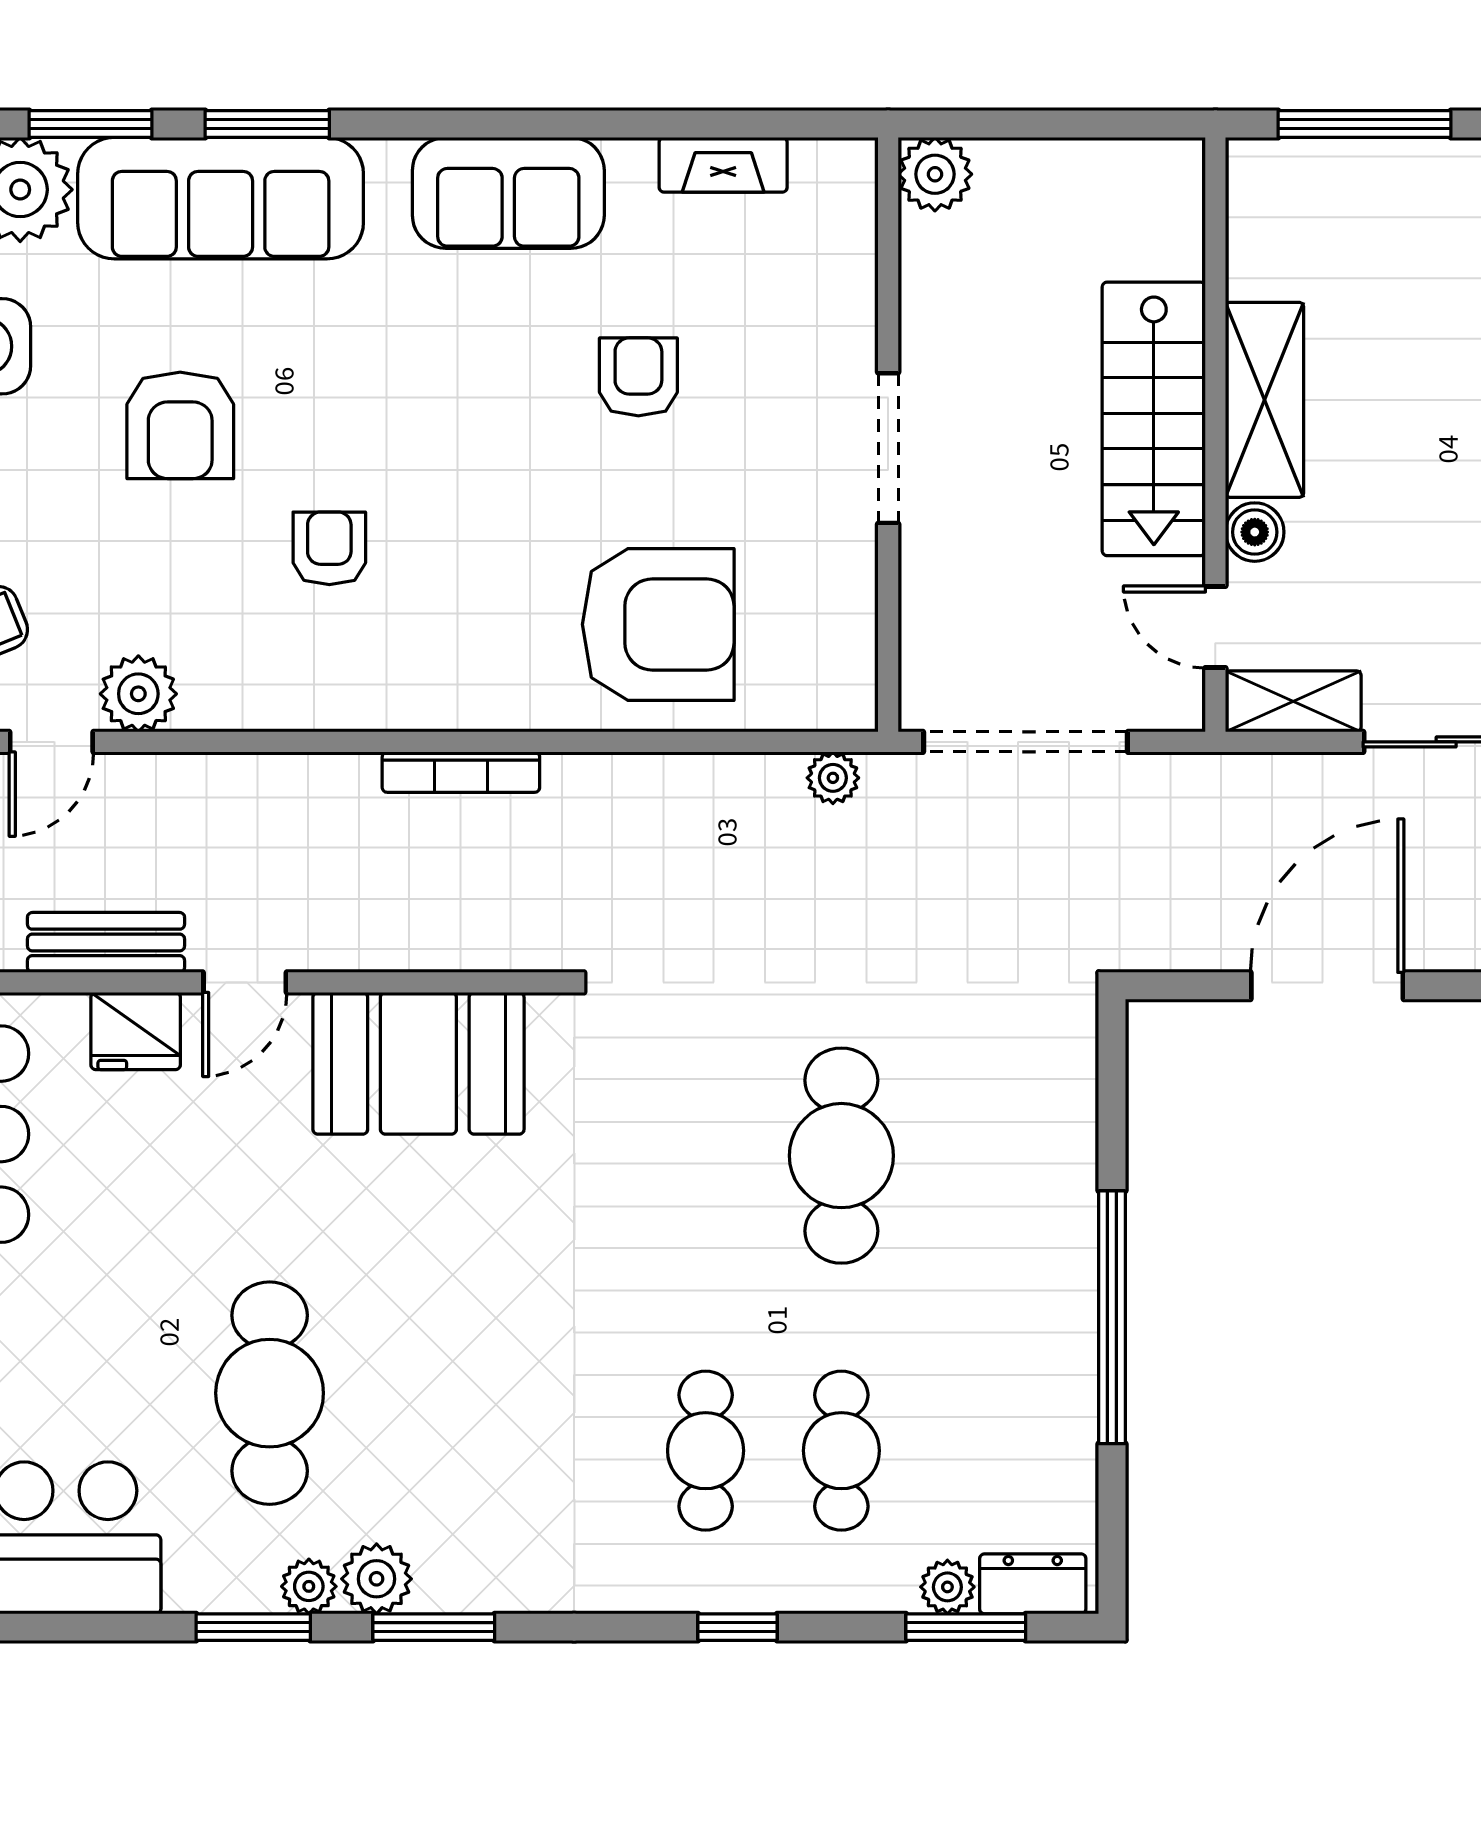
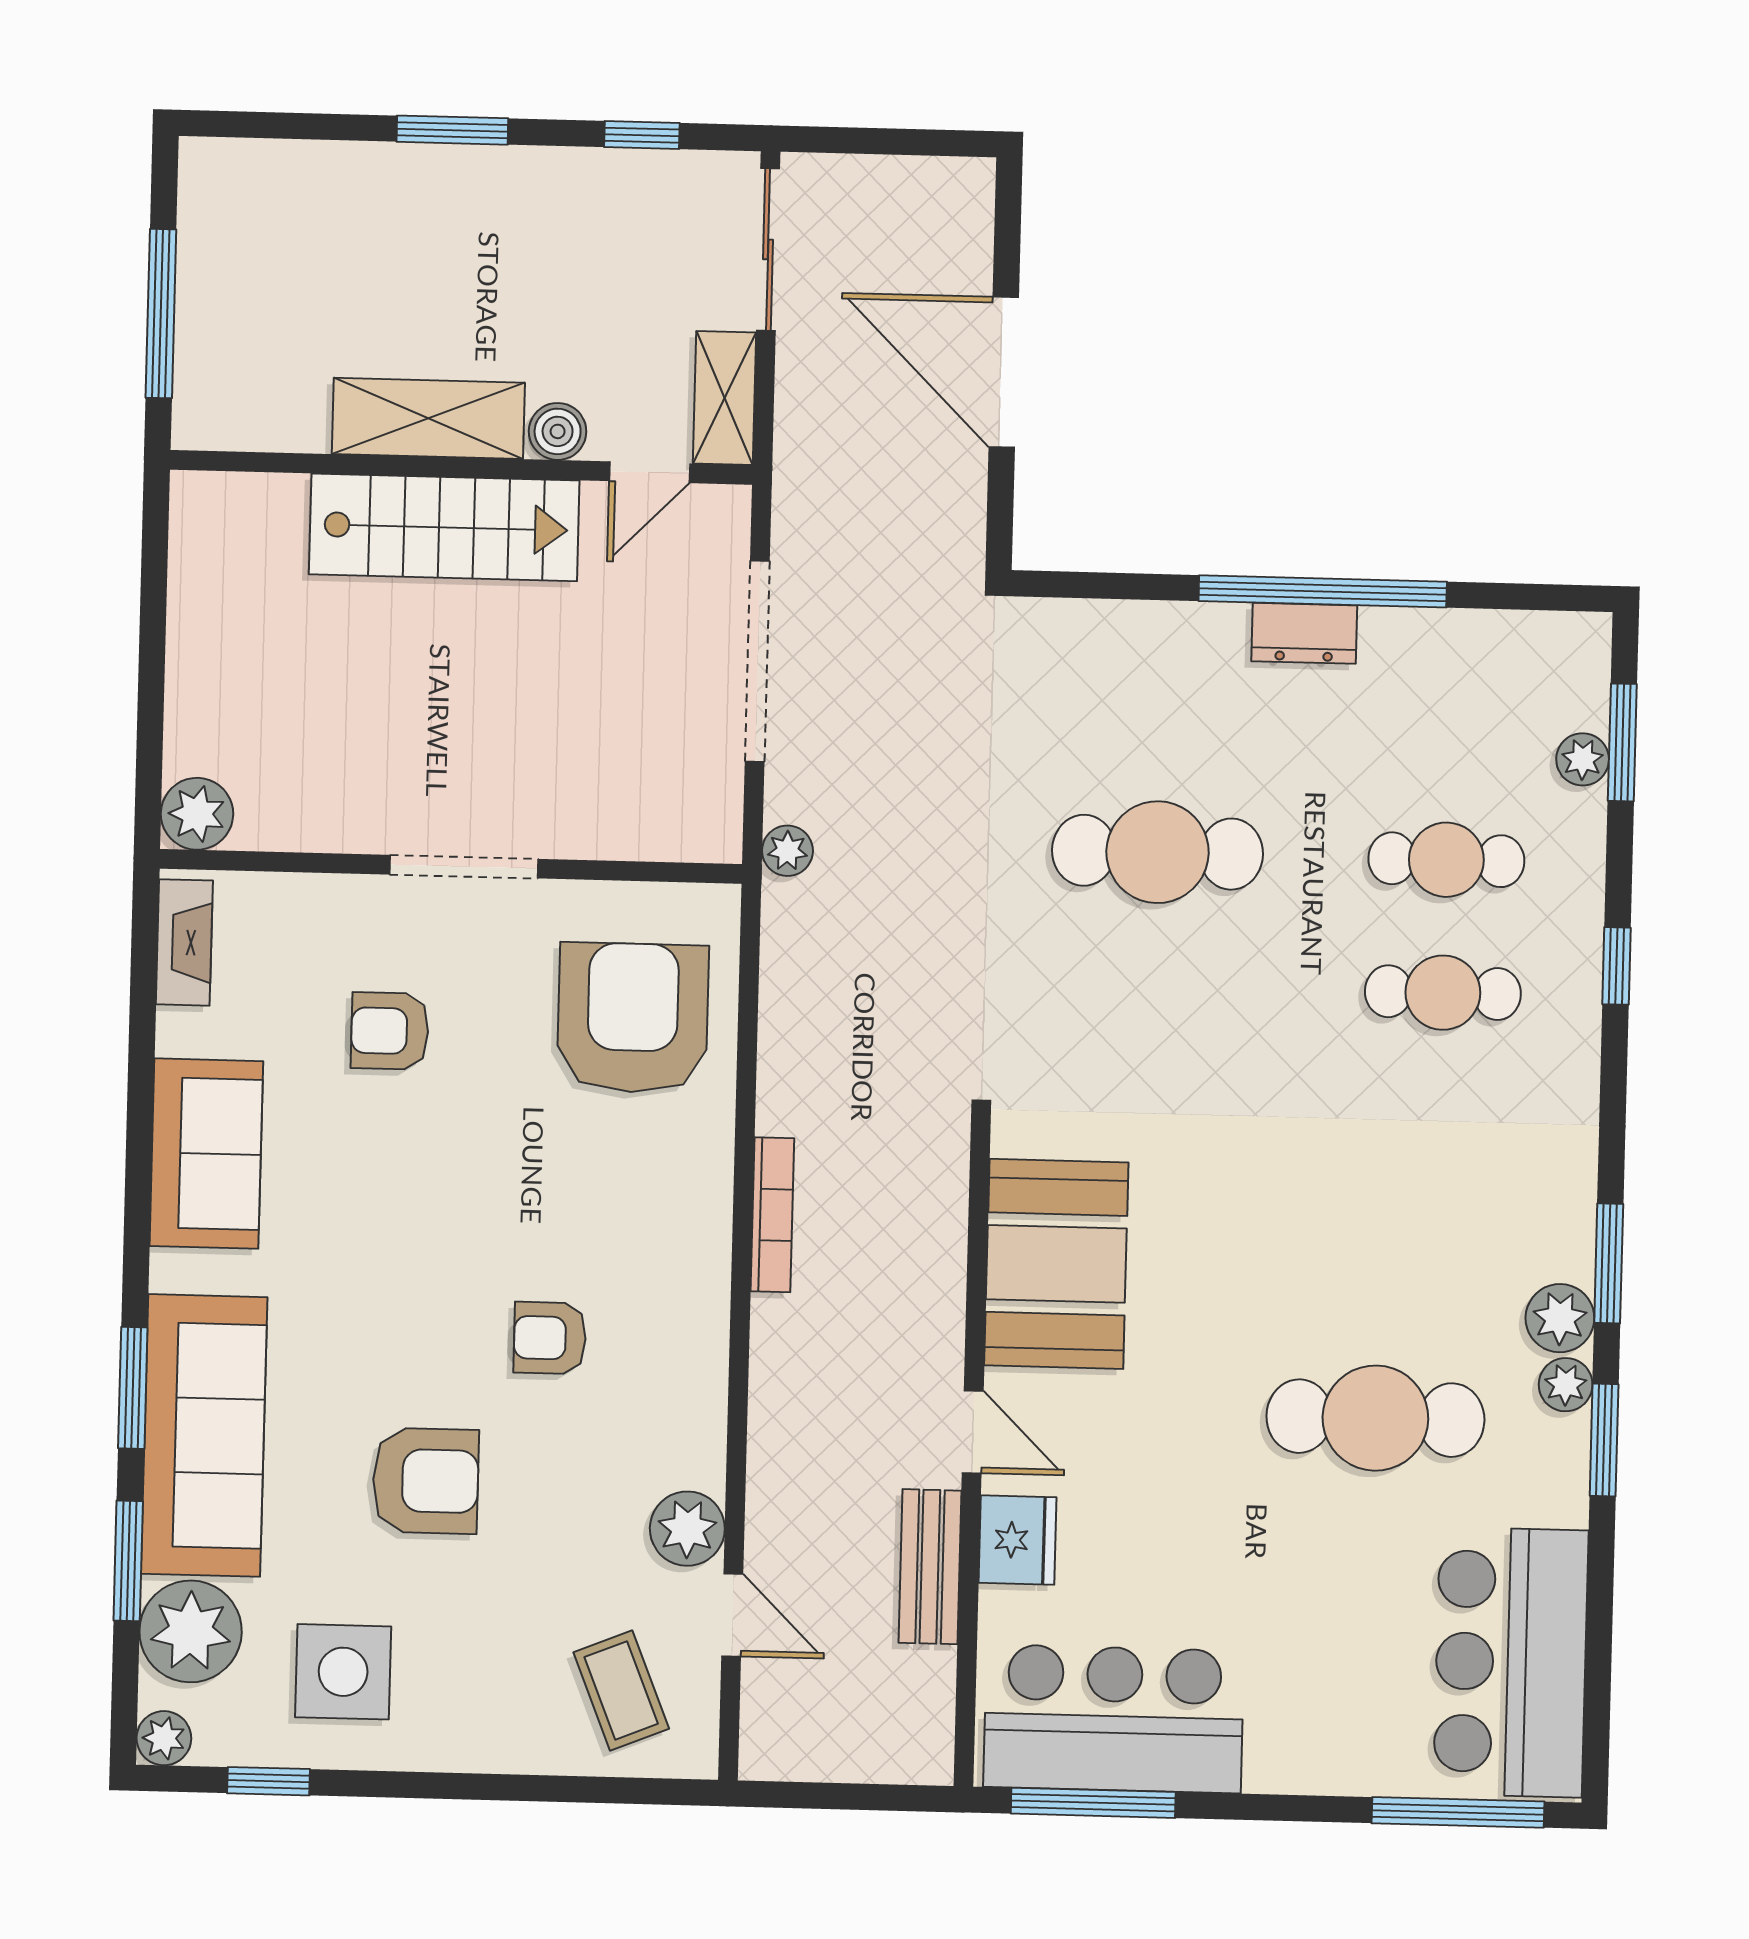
plant: (935, 174) -> (197, 814), moved
wall: (888, 435) -> (451, 866), moved
doorway: (888, 448) -> (464, 867), moved
dresser: (1033, 1584) -> (1304, 633), moved, turned -90

